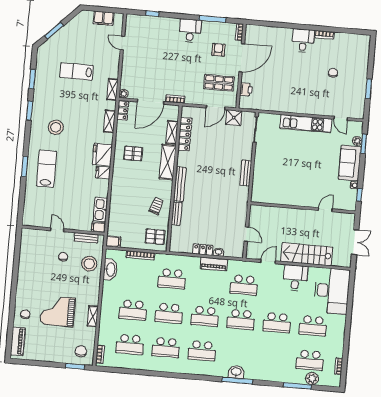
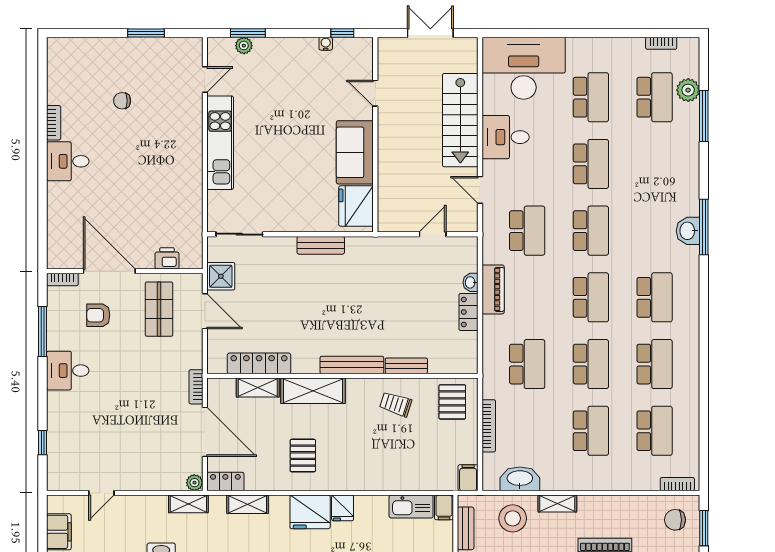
sofa: (350, 163) -> (355, 152), moved, turned 90
fridge: (265, 194) -> (356, 206), added
shelving: (93, 316) -> (557, 504), moved

